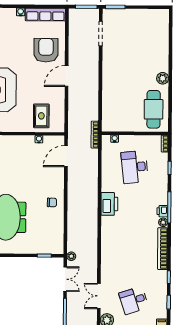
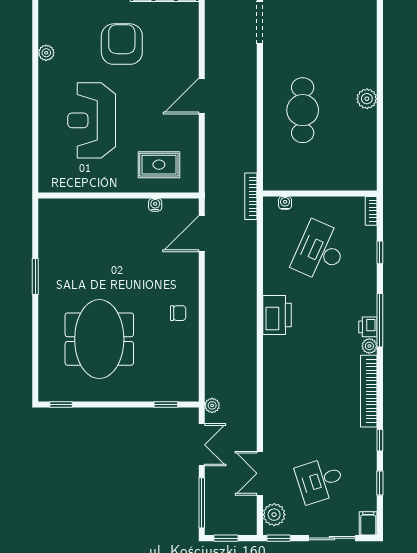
armchair: (46, 50) -> (122, 44), moved
cafe table: (154, 109) -> (303, 110), moved
rug: (41, 116) -> (159, 165), turned 90
desk: (135, 167) -> (320, 251), turned 30

